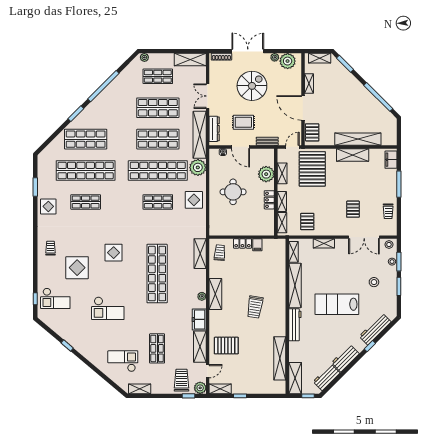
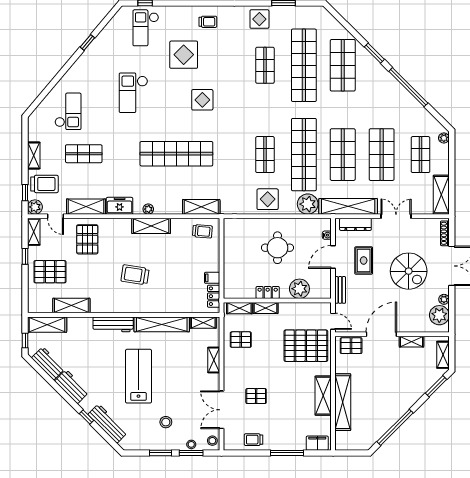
shelving: (282, 173) -> (300, 308), removed
locker: (242, 243) -> (214, 296), moved
shelving: (280, 358) -> (71, 306), width x0.68
pallet: (252, 376) -> (50, 272), added
shelving: (140, 389) -> (34, 155), moved

